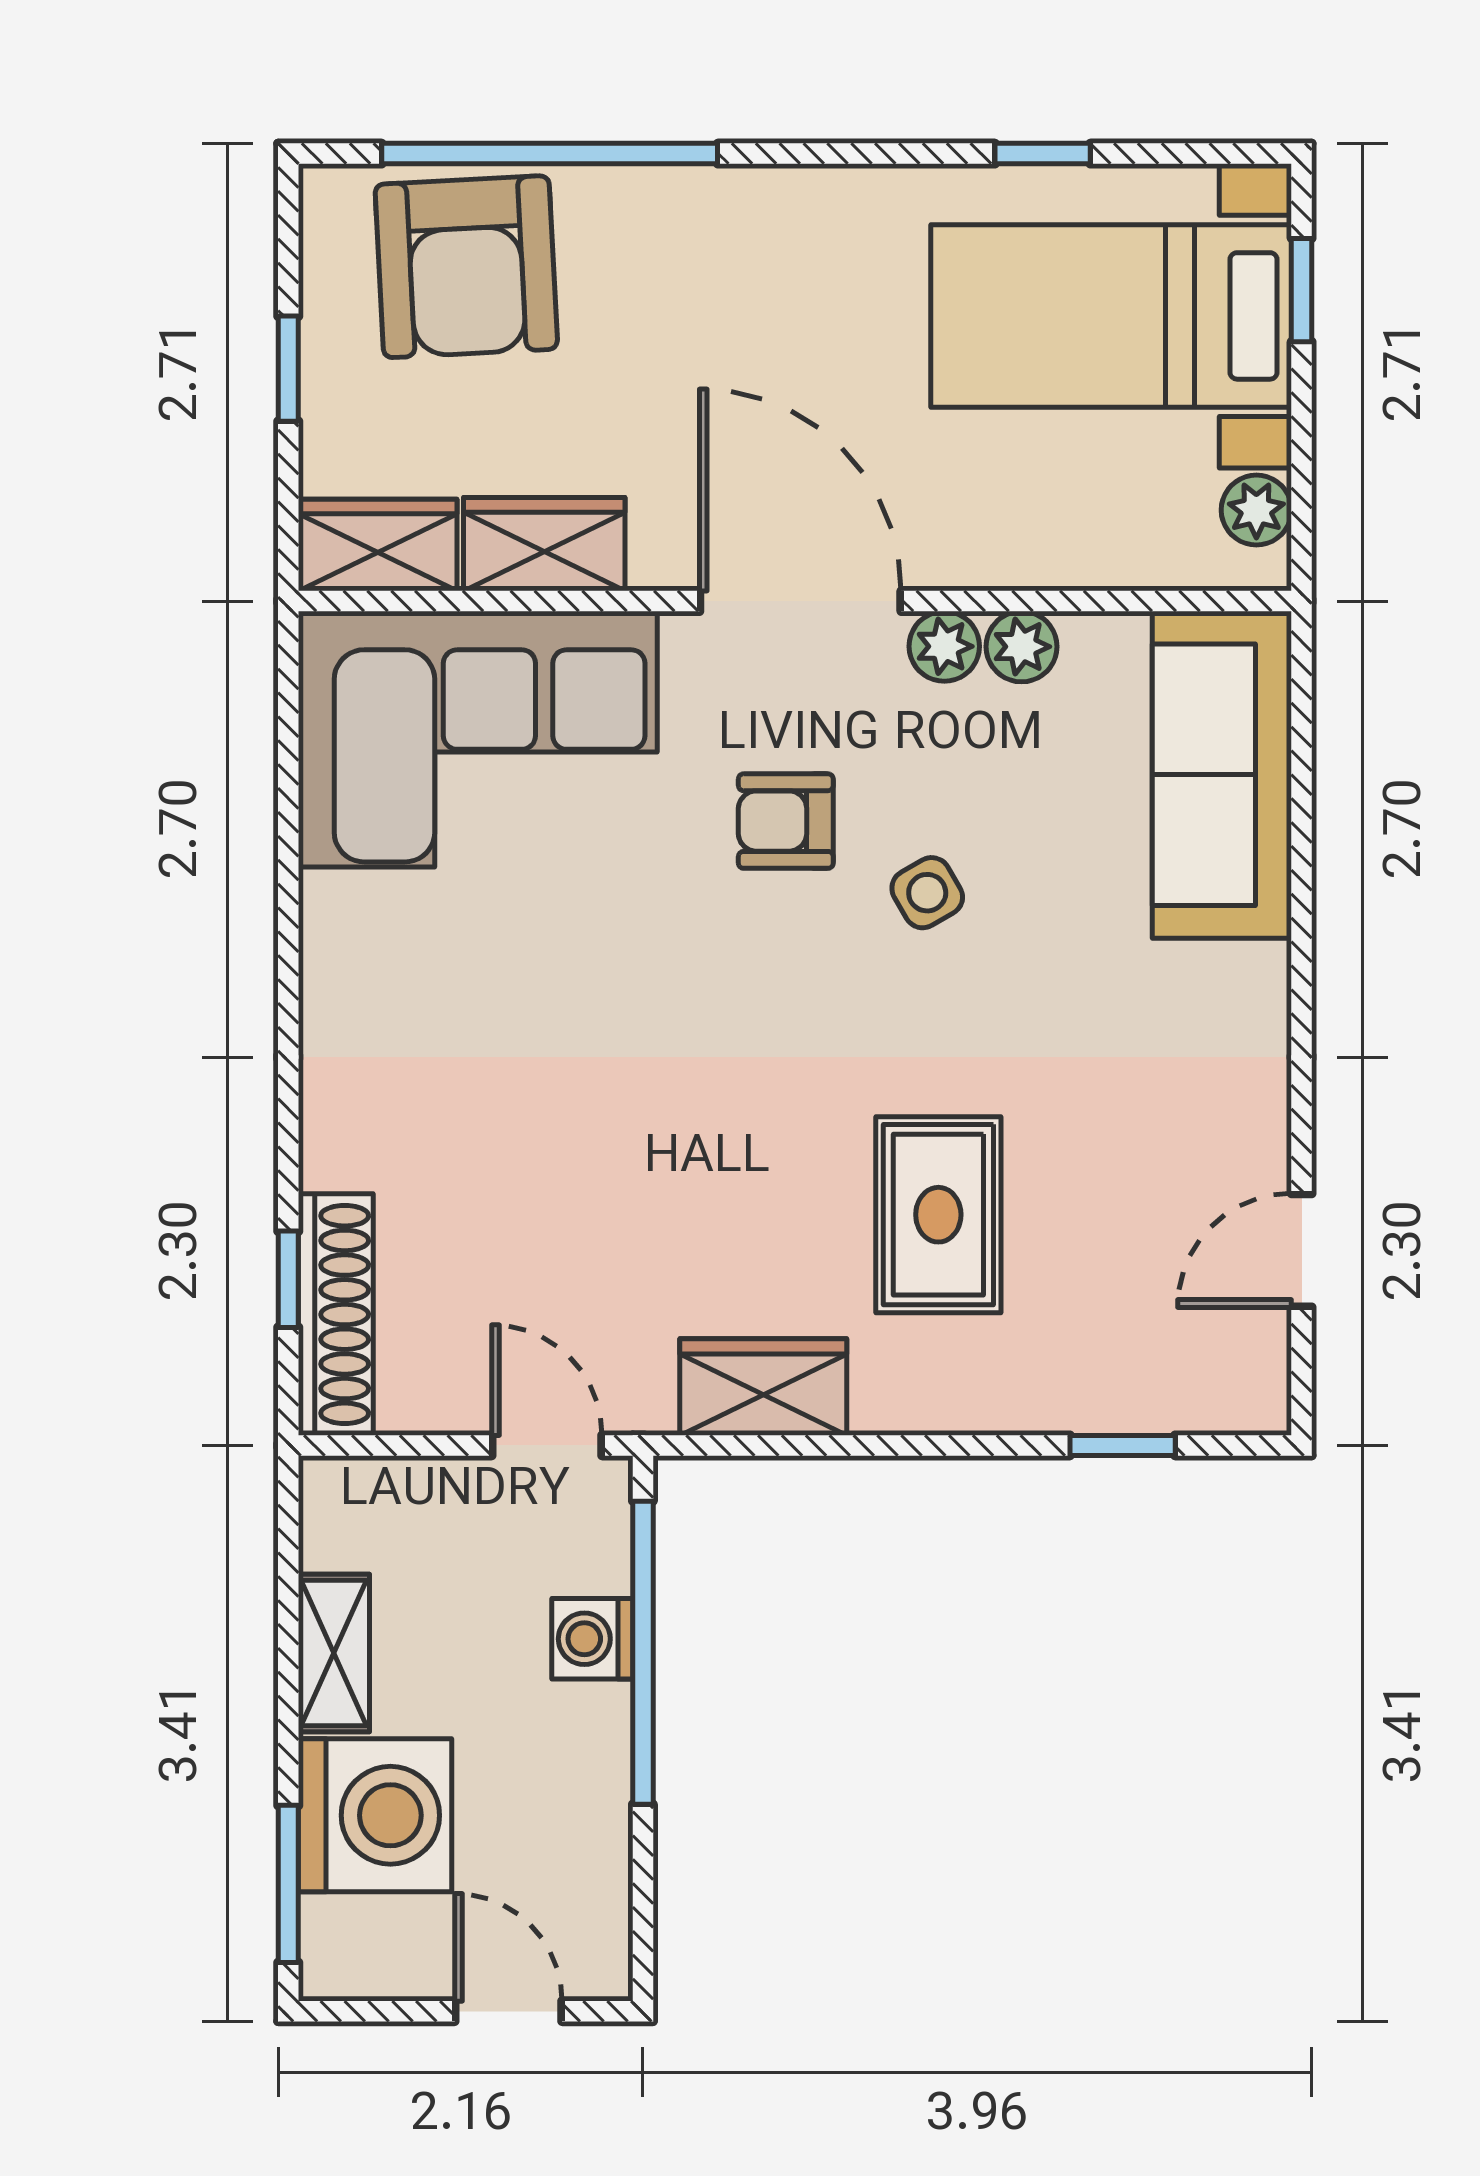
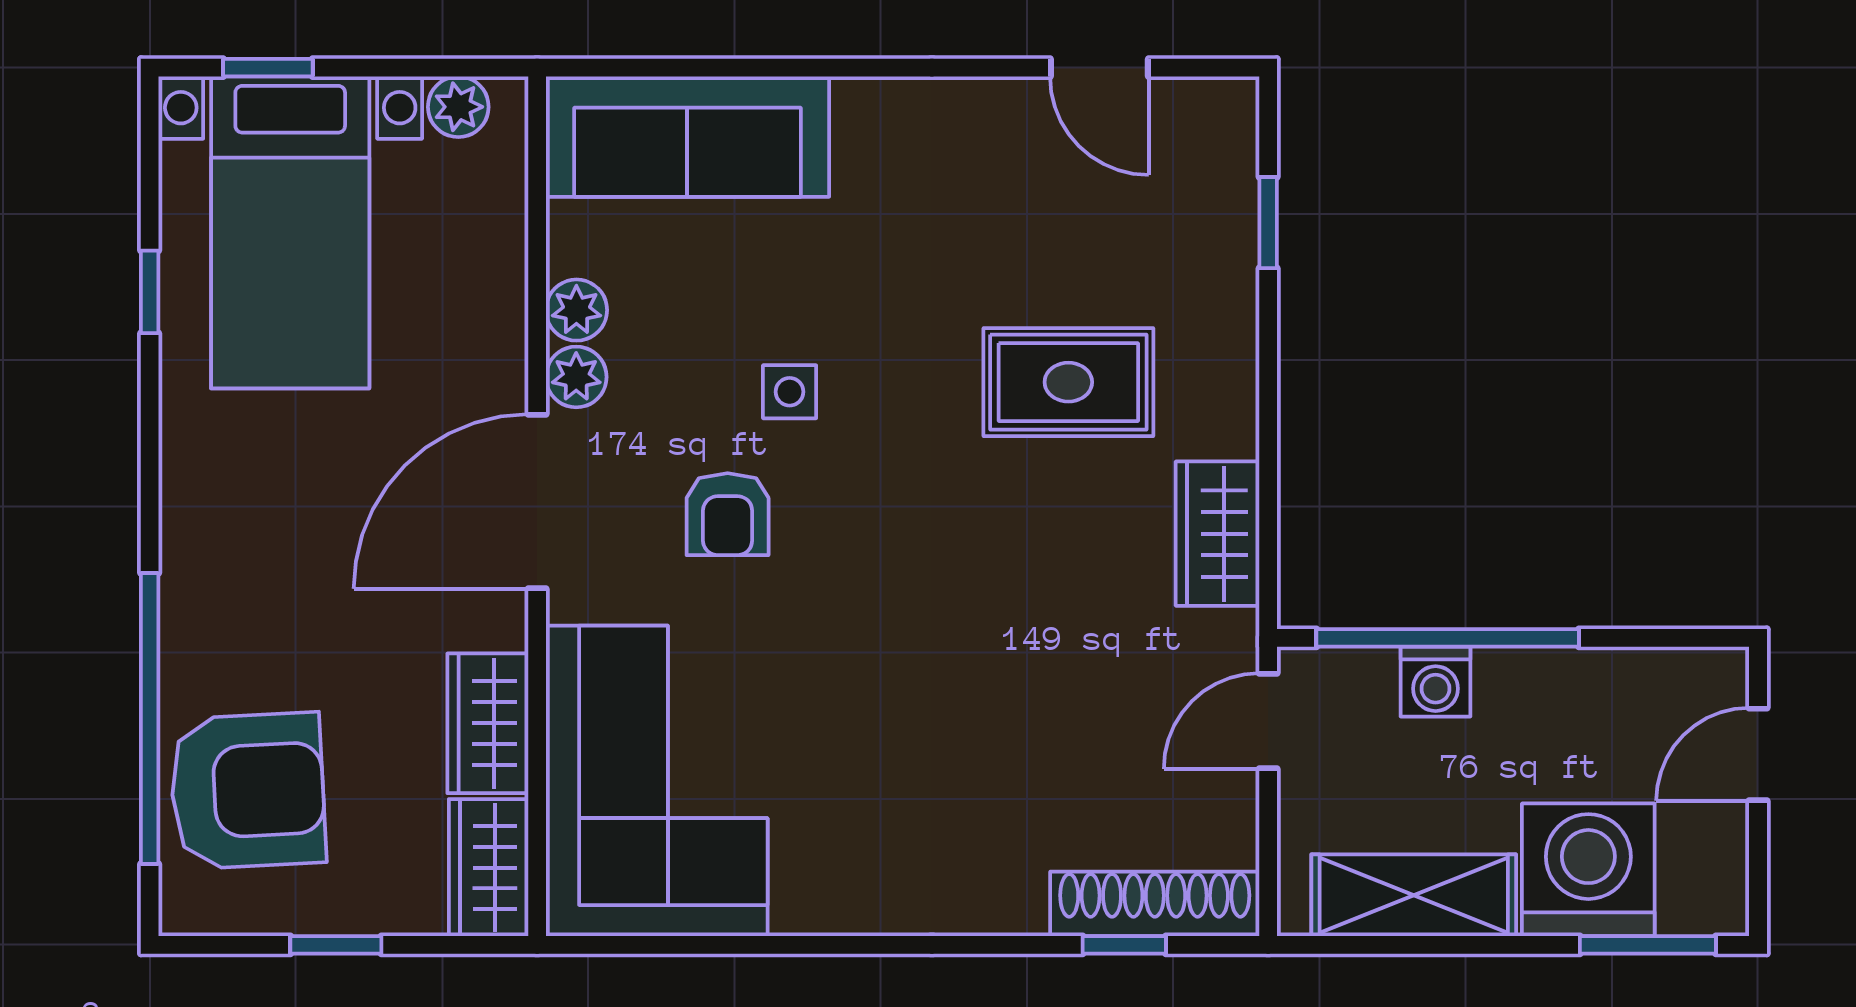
side table: (927, 893) -> (790, 392), turned 30
shelving: (334, 1653) -> (1414, 895), width x1.50, depth x1.33

